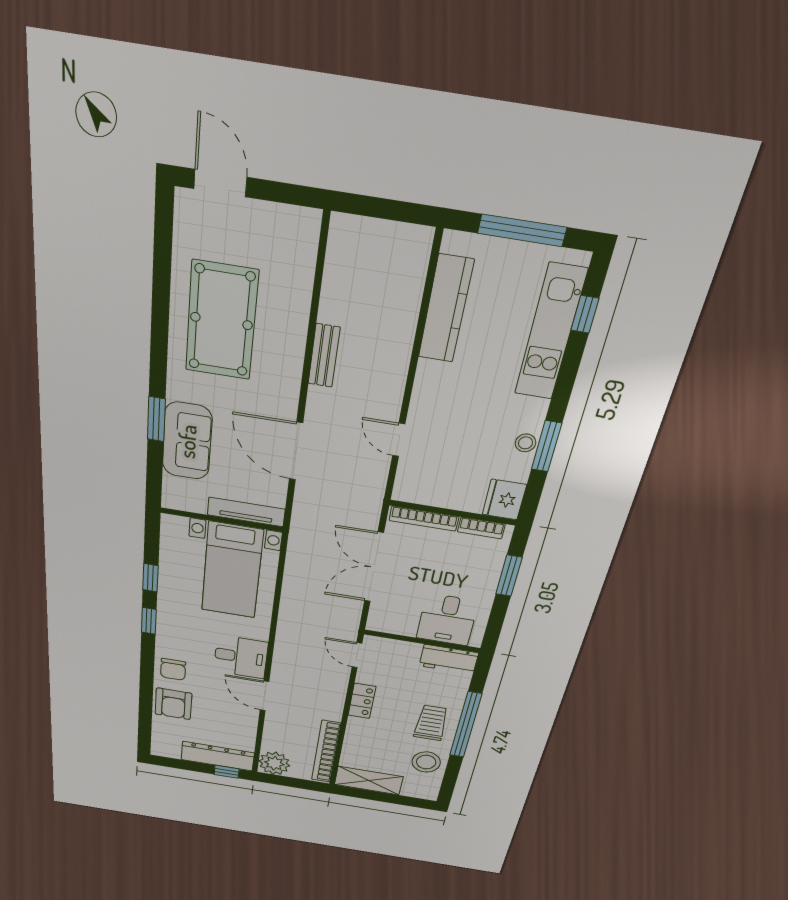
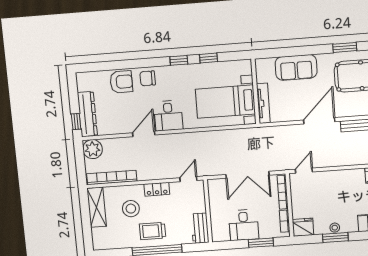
window: (156, 419) -> (345, 47), moved
door: (399, 440) -> (304, 171), moved
door: (296, 451) -> (319, 121), moved
double door: (374, 567) -> (248, 175), swing flipped
desk: (447, 620) -> (244, 225), moved, turned -90
armchair: (173, 704) -> (121, 82), turned 180
trolley: (431, 723) -> (153, 231), turned 180
stool: (426, 762) -> (131, 209), moved

